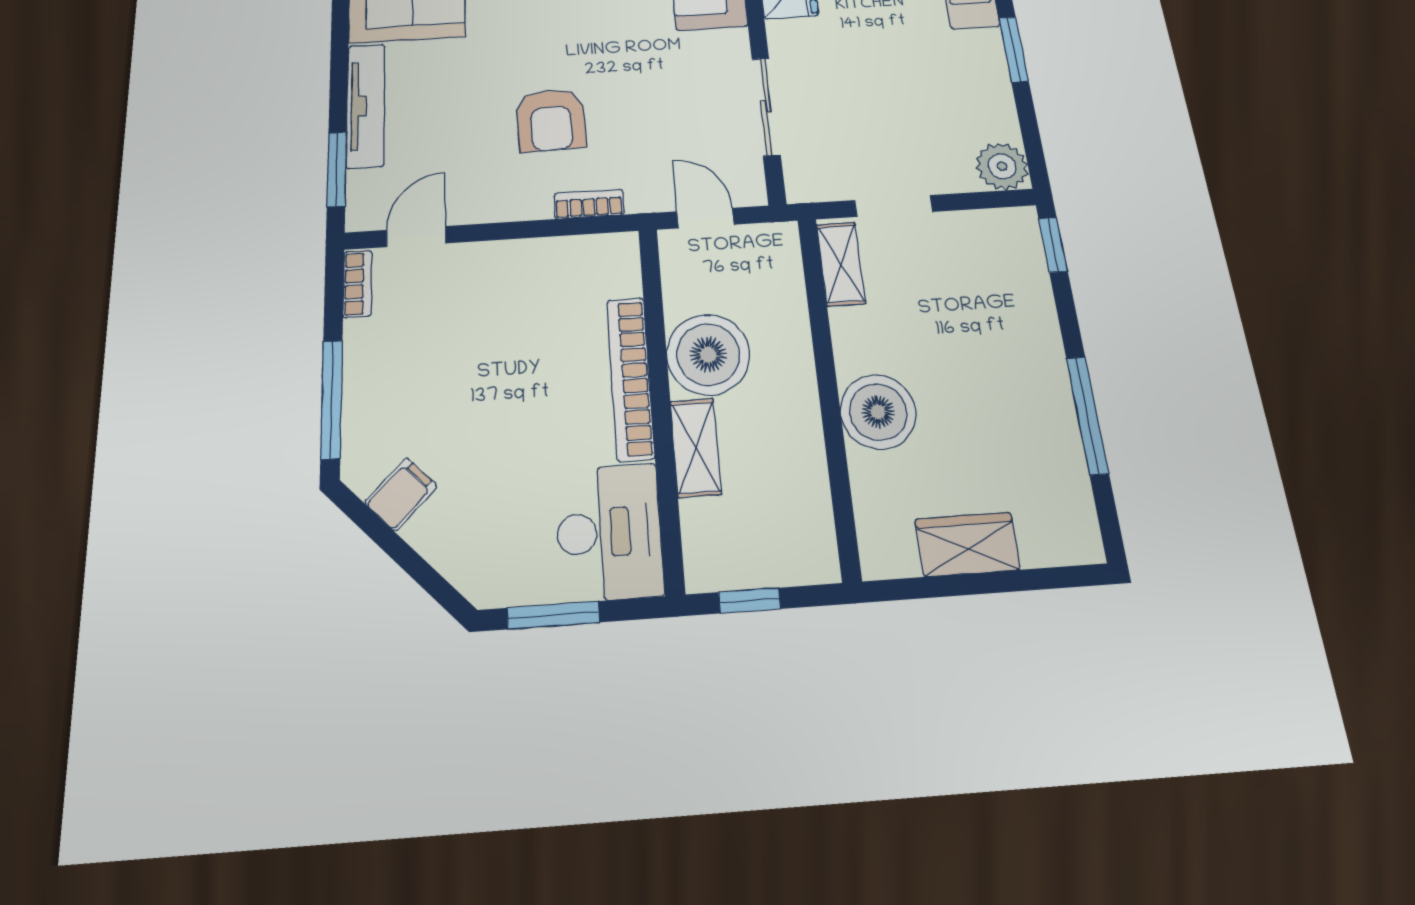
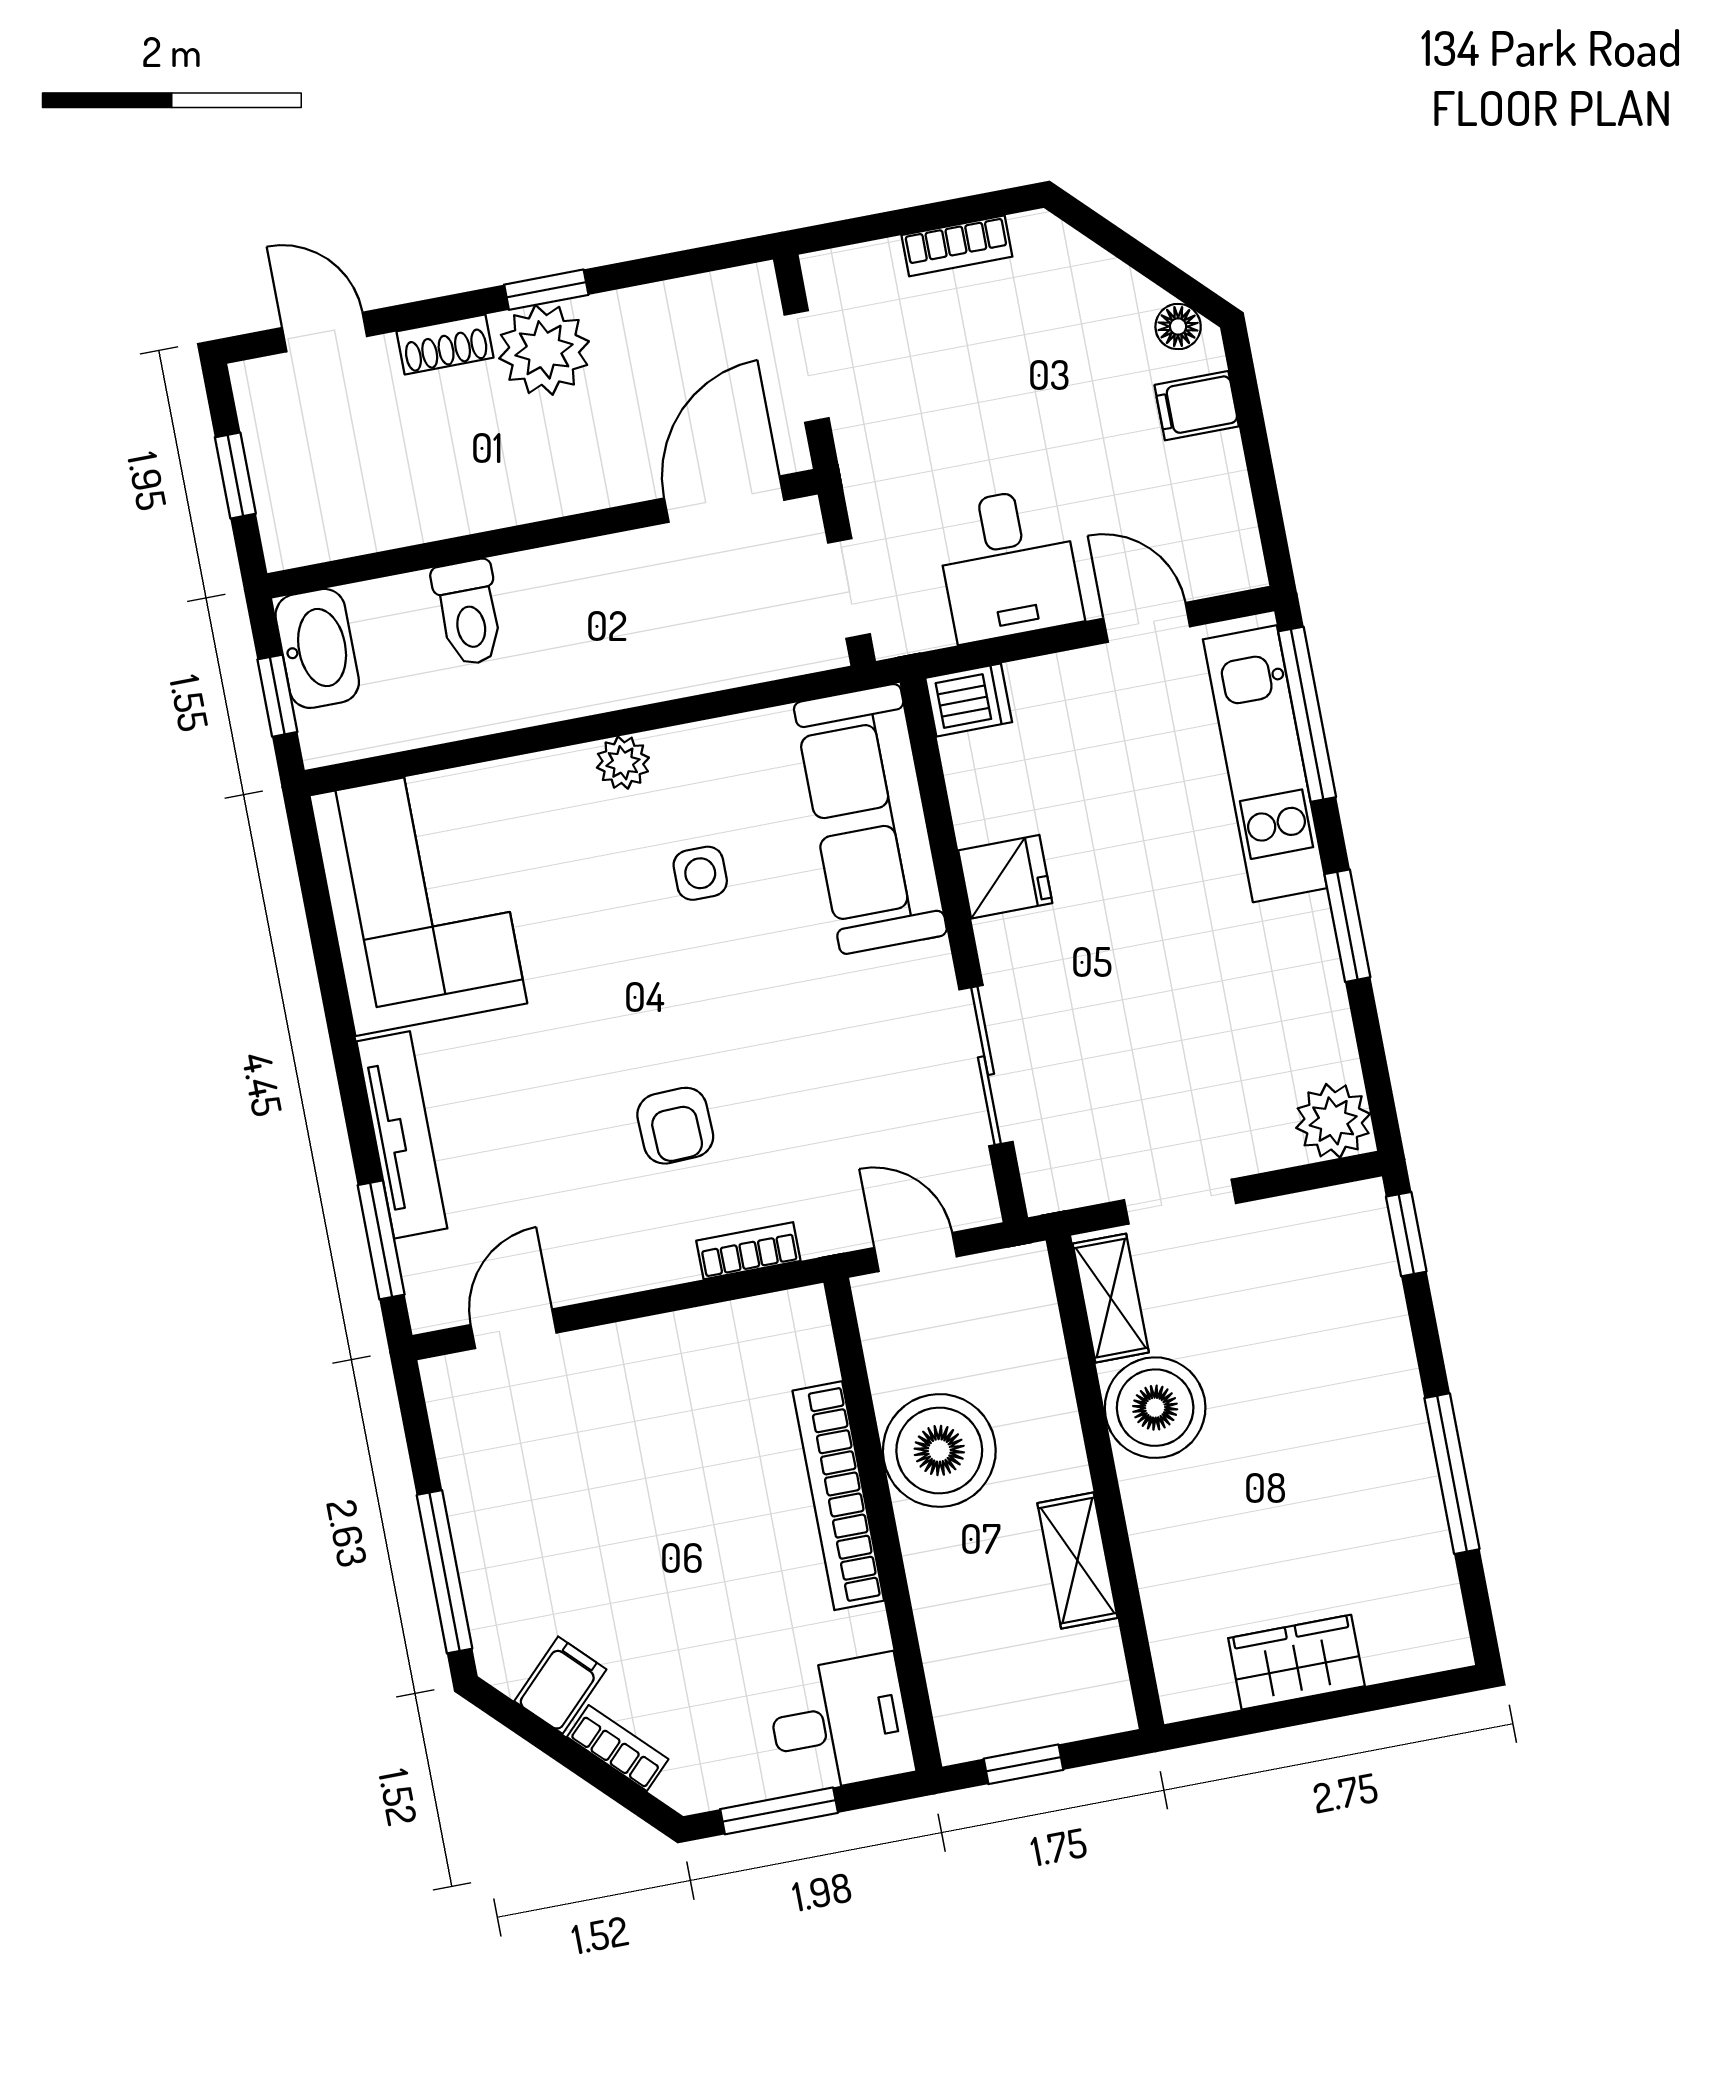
armchair: (551, 120) -> (675, 1126), width x0.72, depth x0.72
bookcase: (358, 284) -> (618, 1748), moved, turned -45
boiler: (878, 412) -> (1155, 1408), moved
shelving: (696, 448) -> (1077, 1561), moved
desk: (609, 532) -> (840, 1724), width x0.73

